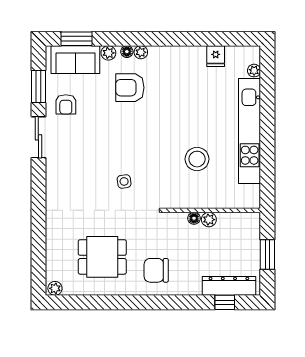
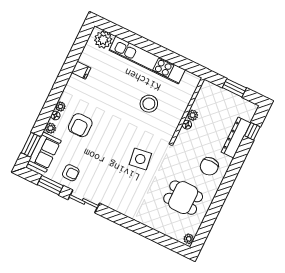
fridge: (216, 56) -> (81, 70), moved
plant: (254, 71) -> (103, 40), width x1.88, depth x1.88
side table: (124, 181) -> (140, 159), width x1.87, depth x1.87
dining table: (102, 257) -> (183, 198), turned 90
dresser: (229, 286) -> (236, 137), moved

